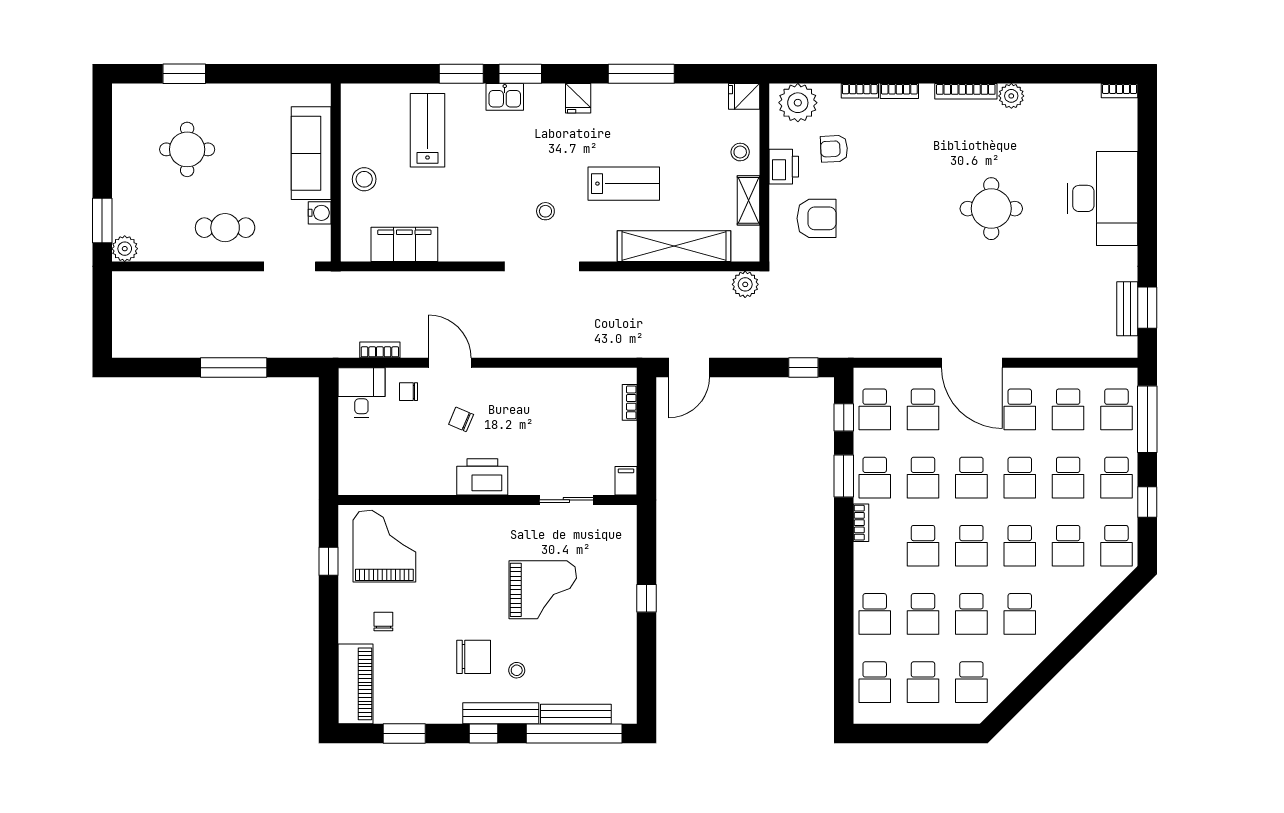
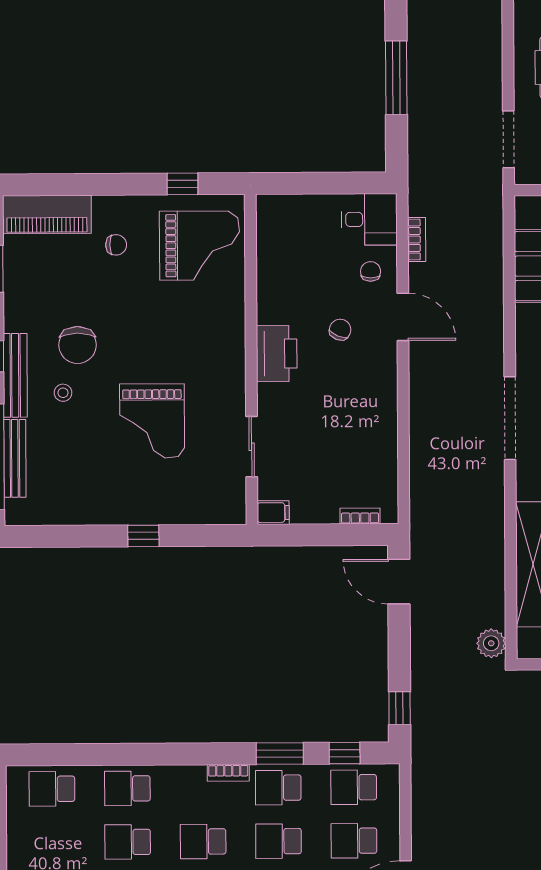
door: (450, 363) -> (403, 317), hinge flipped
school desk: (923, 682) -> (52, 842), removed

